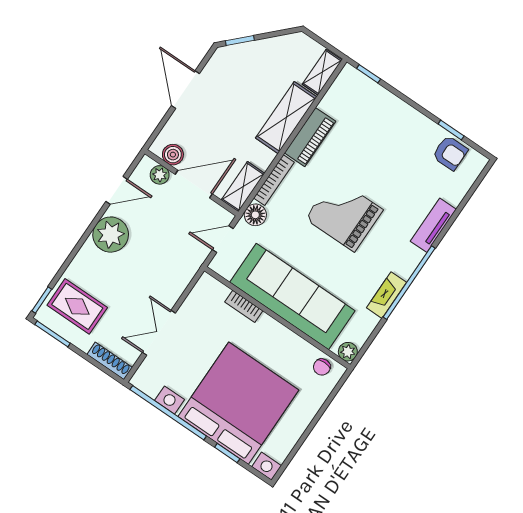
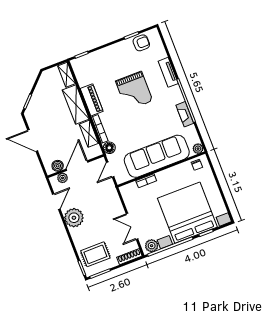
shelving: (243, 187) -> (89, 134), moved
grand piano: (344, 214) -> (134, 91), moved, turned -90
plant: (150, 383) -> (152, 246), added

